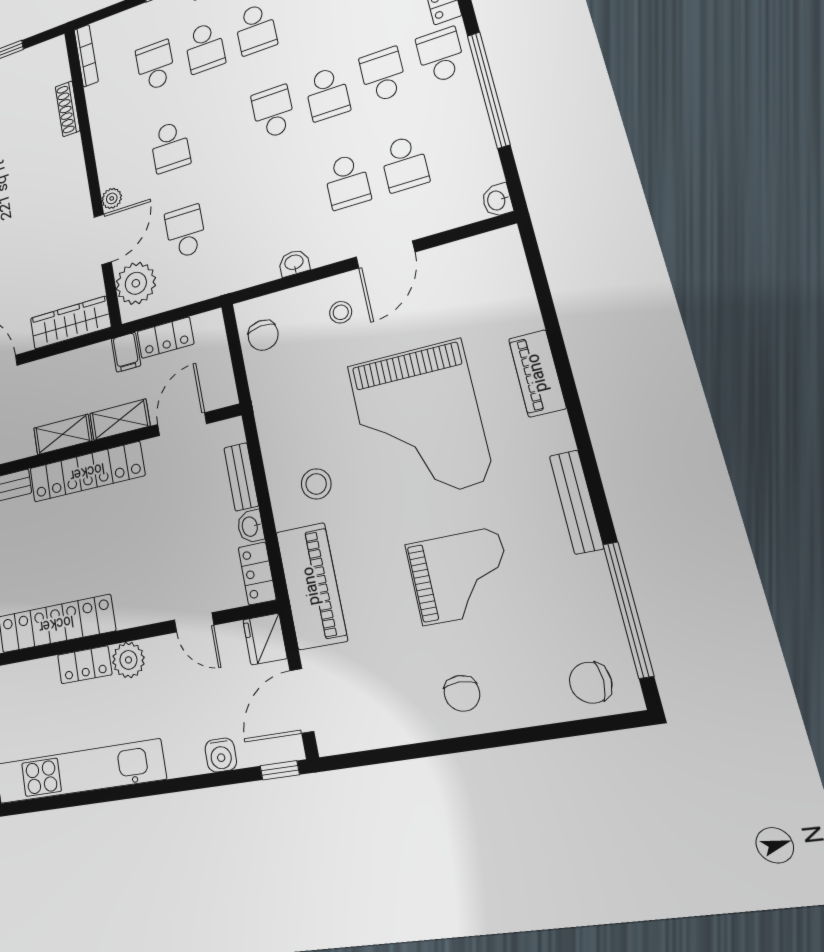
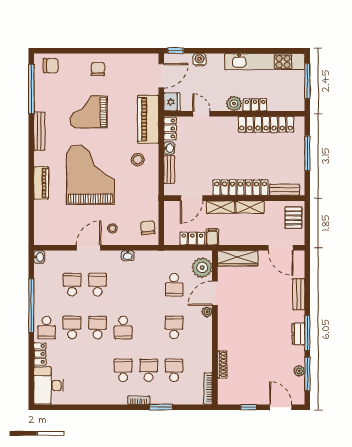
school desk: (155, 66) -> (174, 370), turned 180
school desk: (383, 75) -> (72, 327), turned 180

